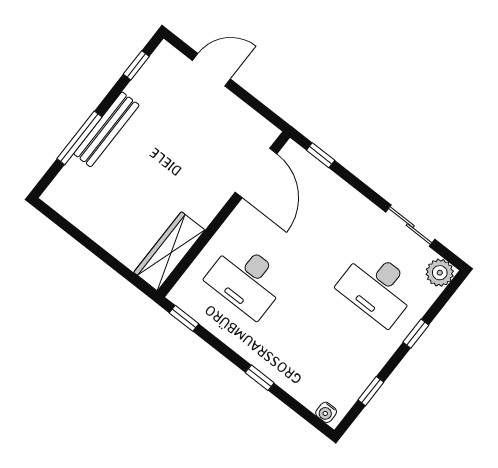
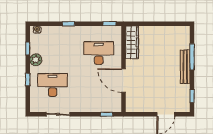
door: (256, 173) -> (124, 81), moved
plant: (440, 273) -> (36, 60), moved

